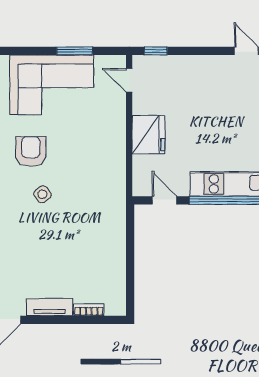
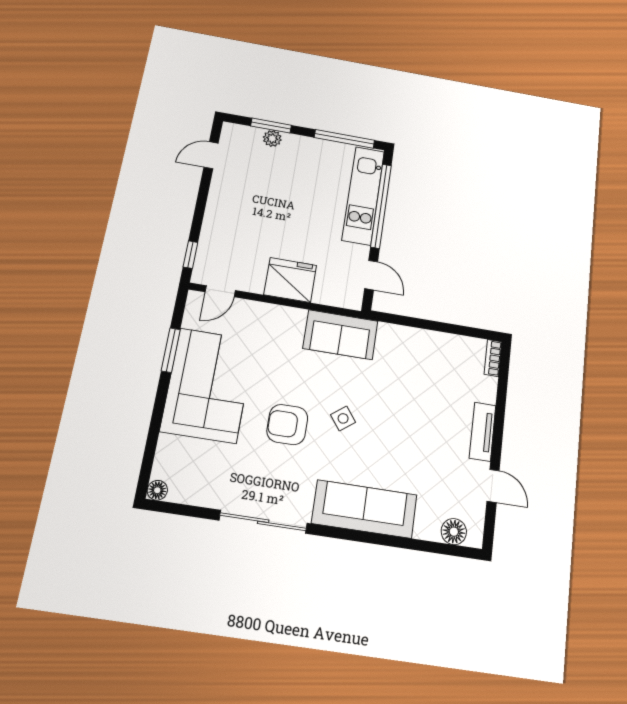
sofa: (110, 182) -> (340, 335), added
door: (164, 200) -> (371, 275), swing flipped
bookcase: (89, 310) -> (493, 358), moved

